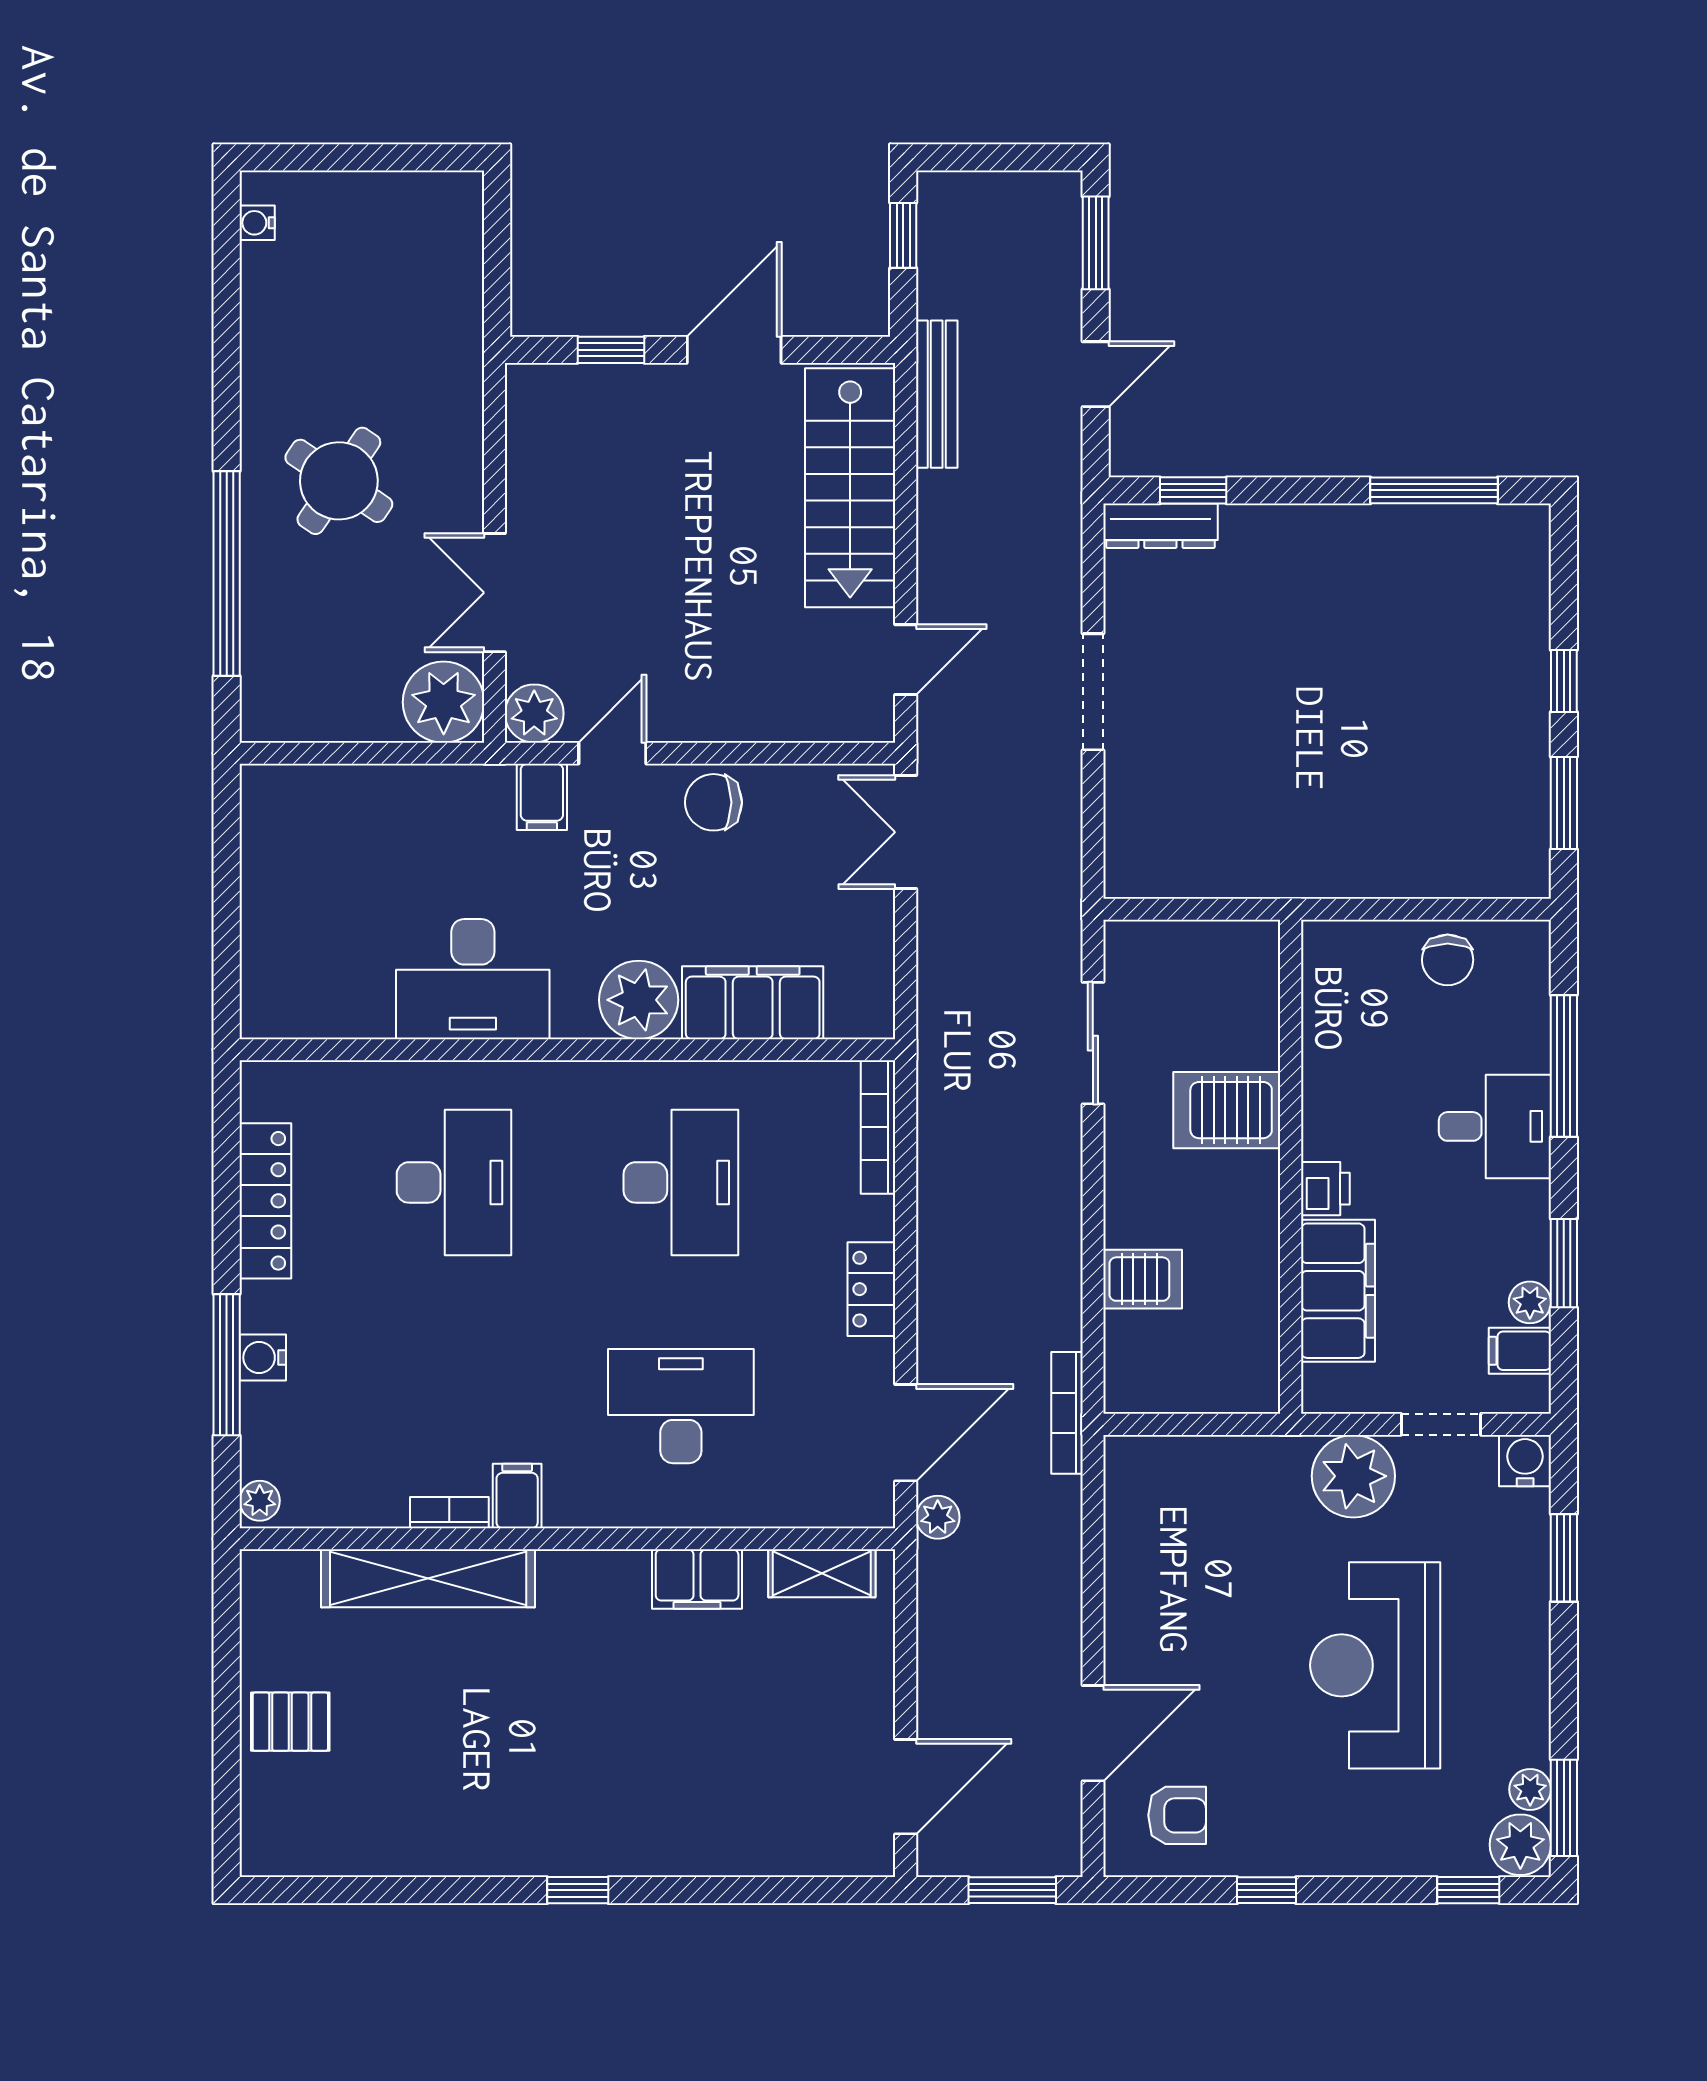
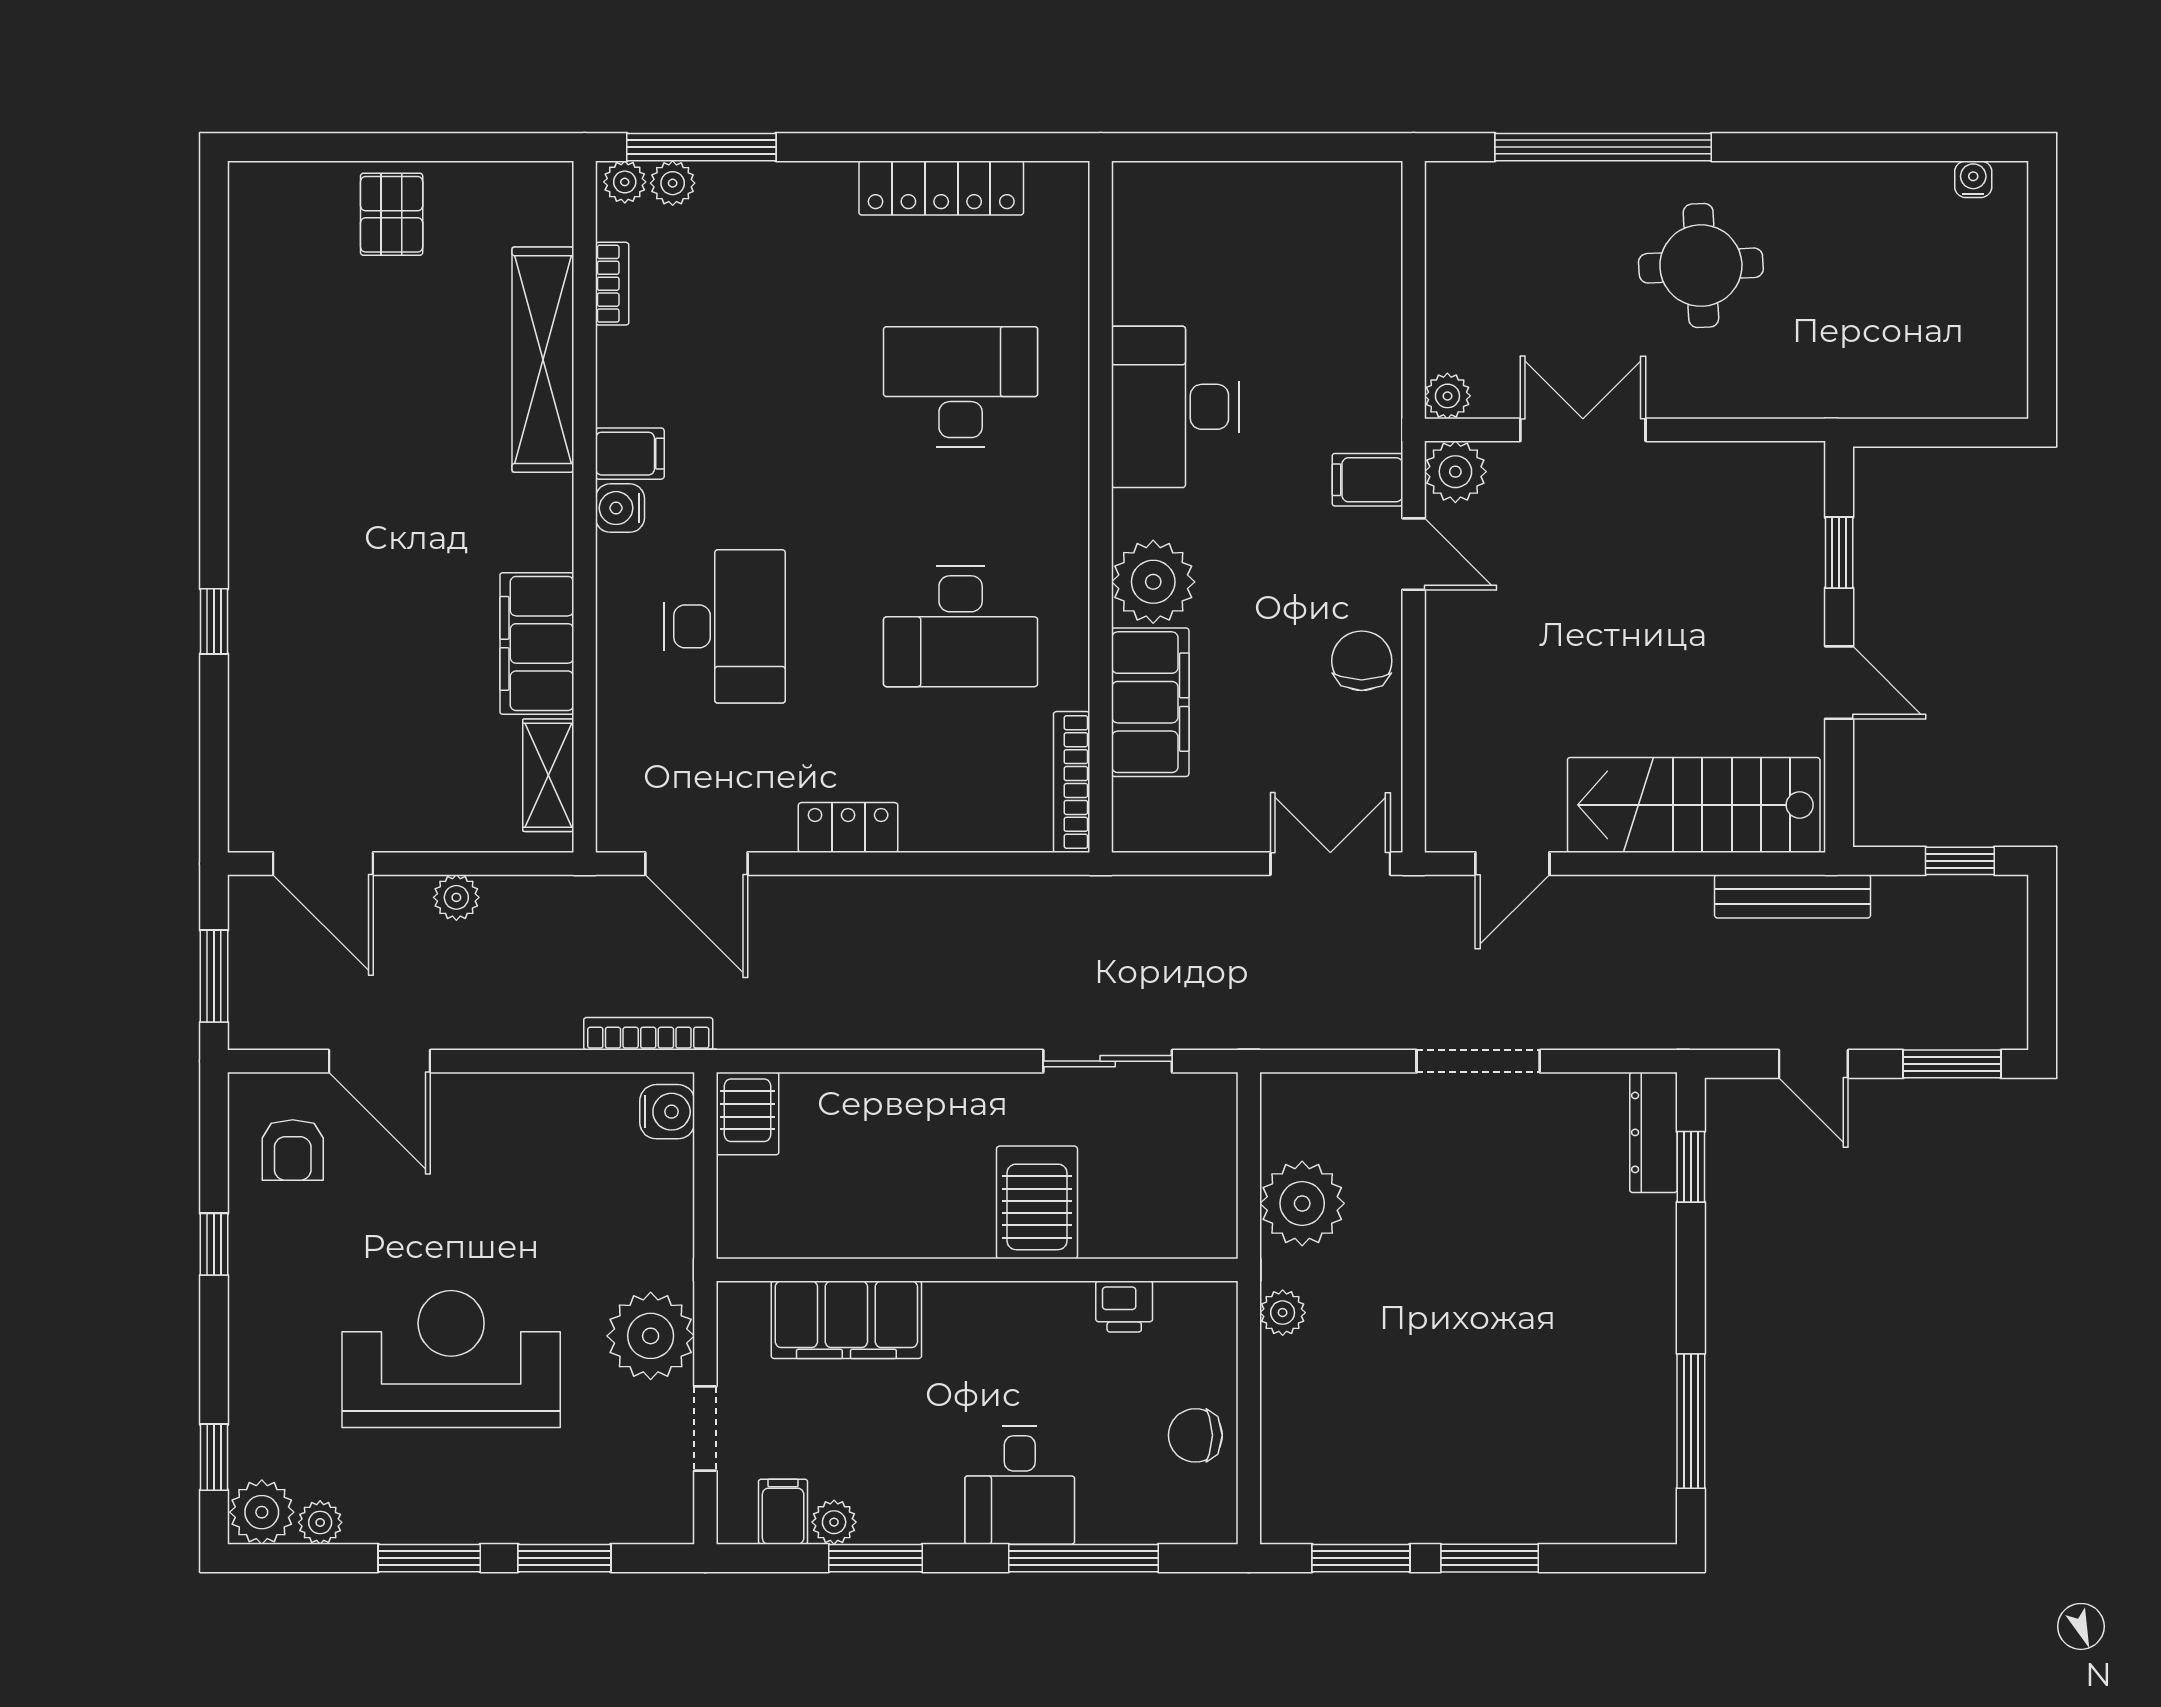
door: (734, 350) -> (1839, 683), width x0.73
round table: (339, 481) -> (1701, 266), turned -37
door: (906, 660) -> (1512, 864), hinge flipped
window: (1564, 681) -> (1490, 1558), width x1.50
plant: (444, 702) -> (1447, 396), width x0.53, depth x0.53
plant: (1228, 859) -> (1302, 1203), added
plant: (1331, 877) -> (1283, 1313), added
bookcase: (878, 1127) -> (1072, 782), moved, turned -90
desk: (454, 1182) -> (961, 387), turned 180
printer: (1325, 1189) -> (1124, 1306), moved
server rack: (1143, 1279) -> (748, 1114), moved
water cooler: (263, 1358) -> (620, 508), moved, turned -90
window: (227, 1365) -> (701, 147), moved
bookcase: (1067, 1413) -> (648, 1034), moved
plant: (261, 1455) -> (673, 183), added
water cooler: (1525, 1461) -> (667, 1112), moved
bookcase: (449, 1513) -> (612, 284), moved
plant: (938, 1517) -> (456, 897), moved
filing cabinet: (697, 1579) -> (537, 643), width x1.50, depth x1.17
window: (1564, 1808) -> (429, 1558), moved
window: (578, 1890) -> (214, 621), moved

